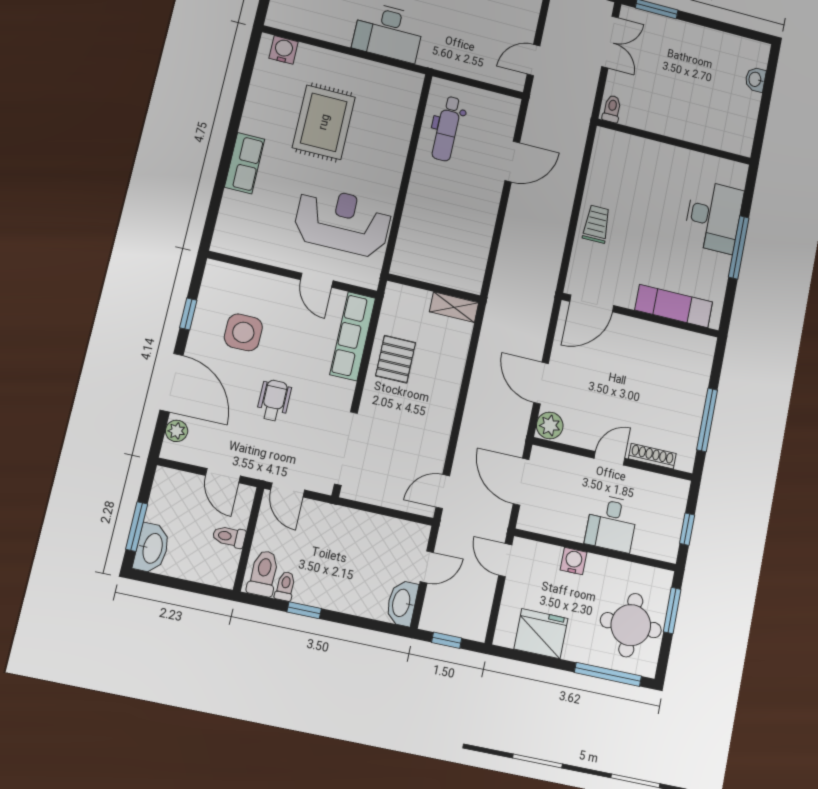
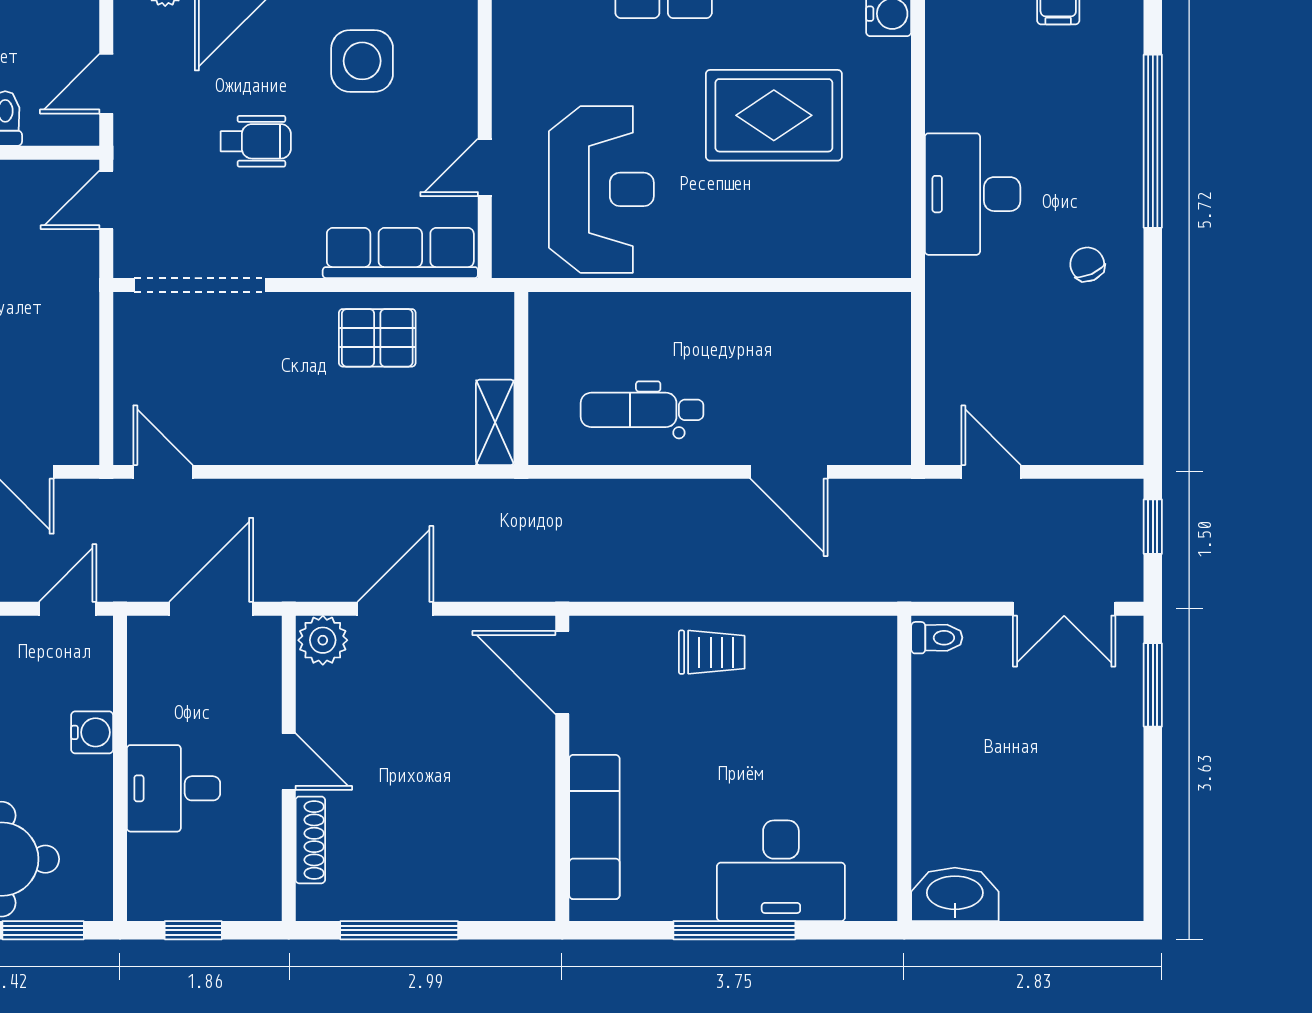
washbasin: (755, 79) -> (955, 894), moved, width x1.91, depth x1.45
dental chair: (447, 129) -> (642, 410), moved

